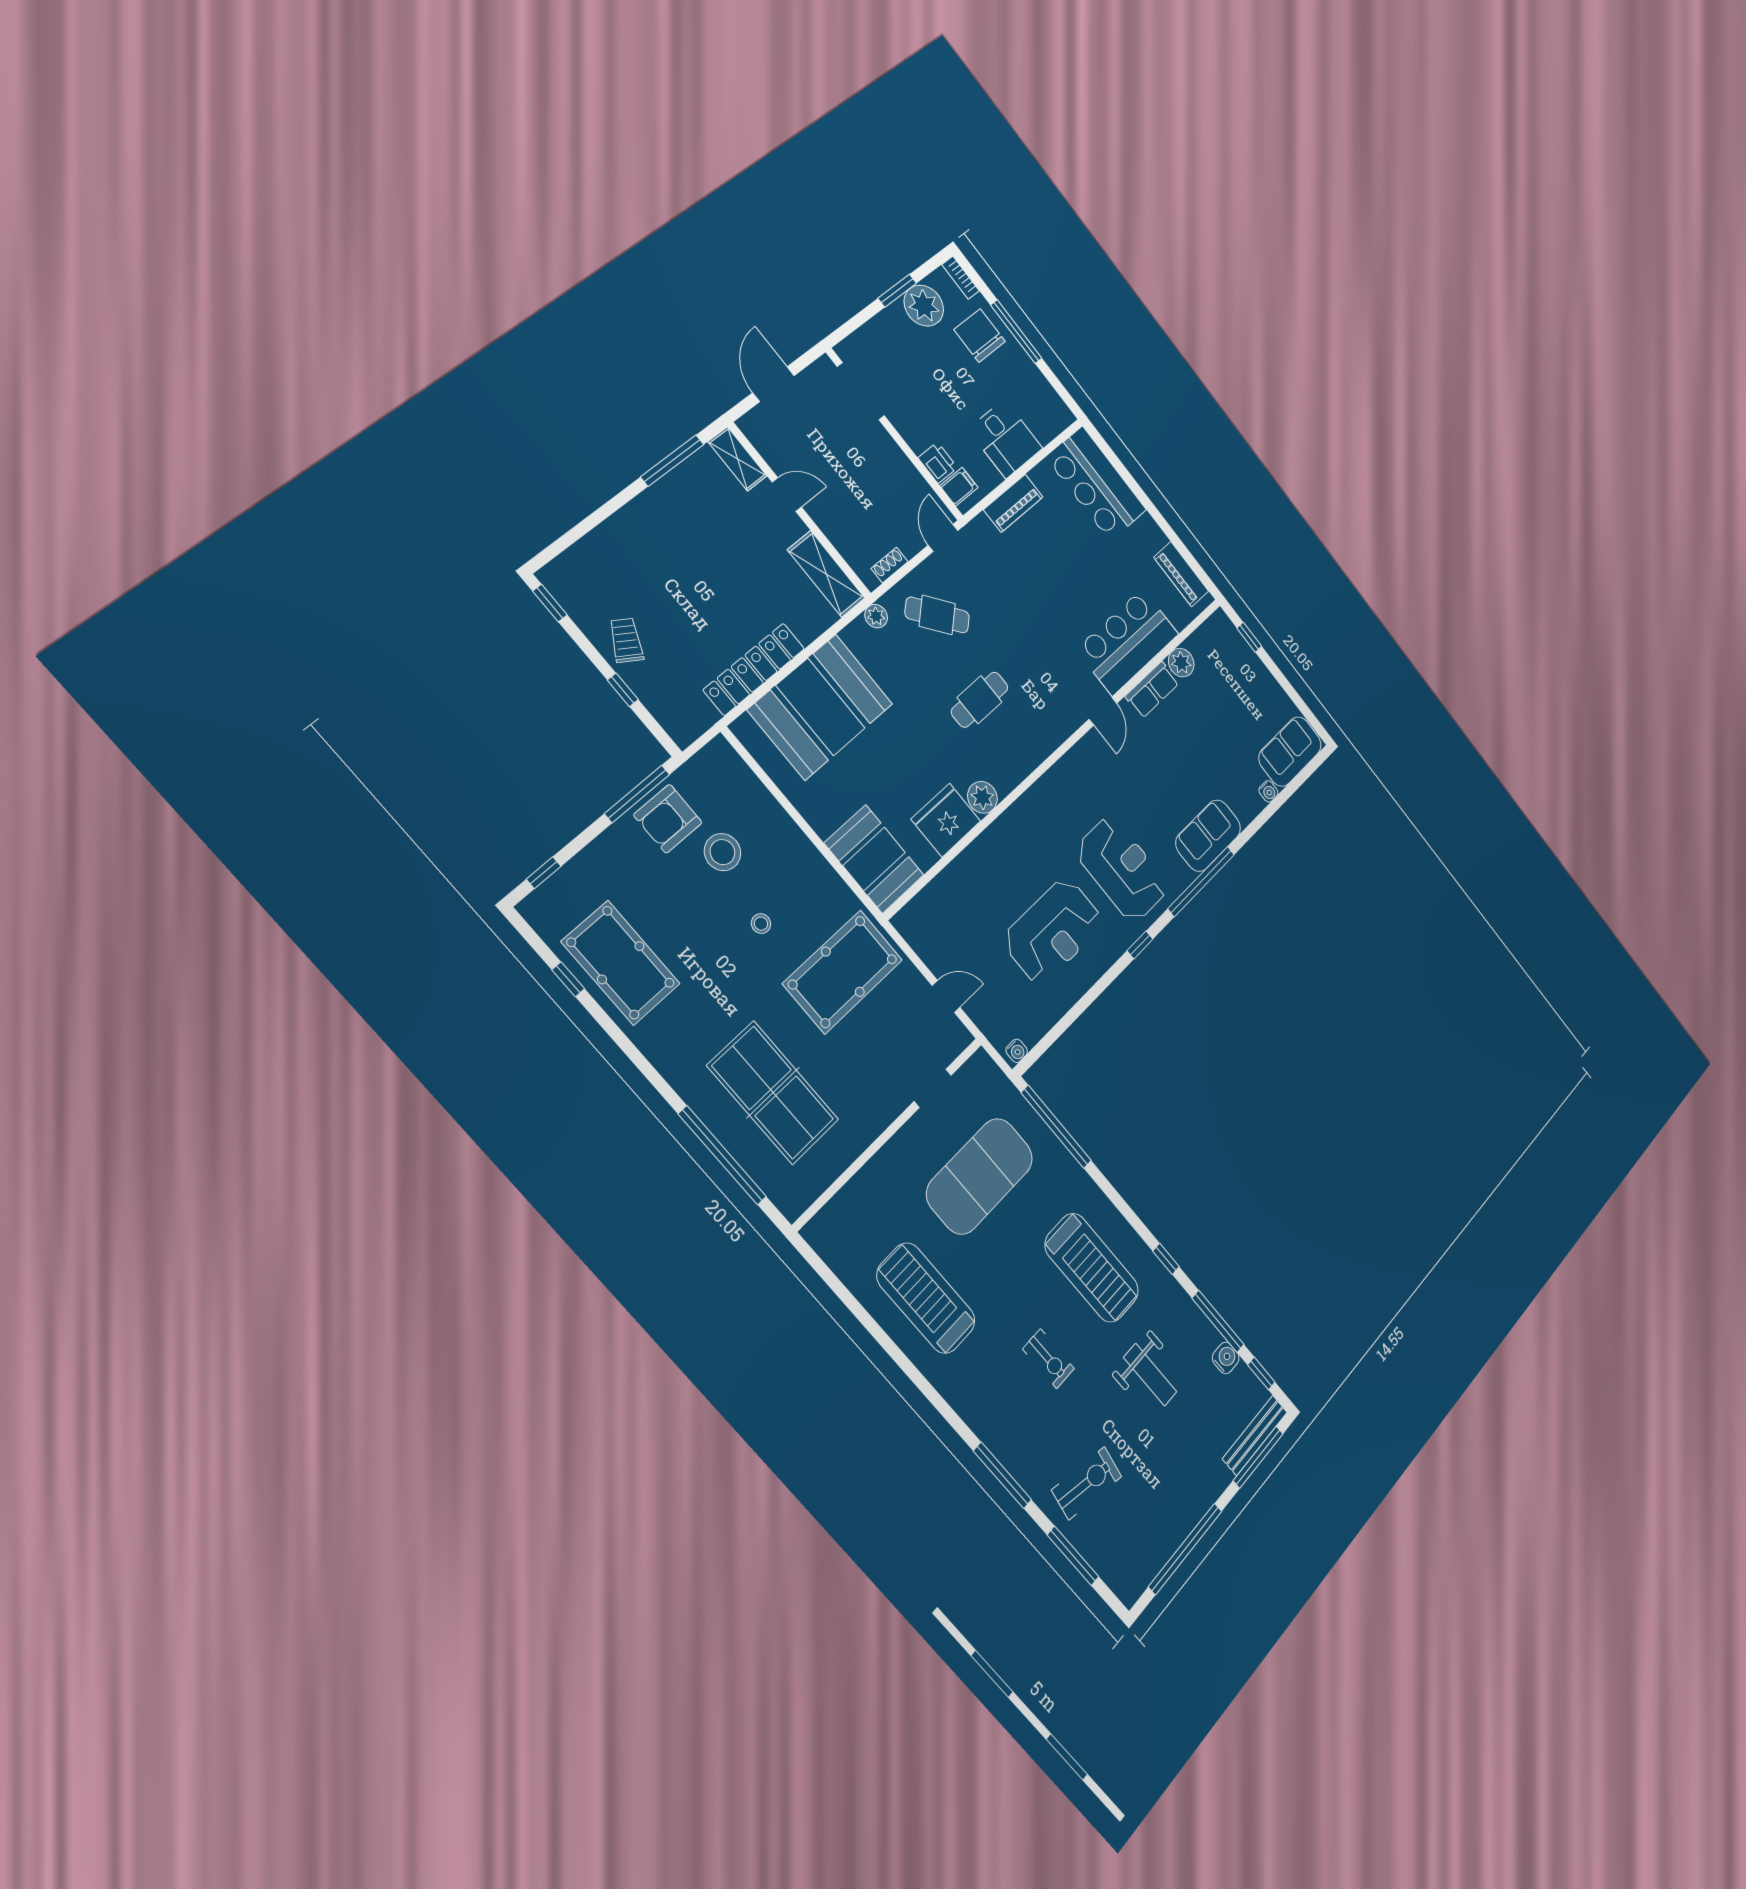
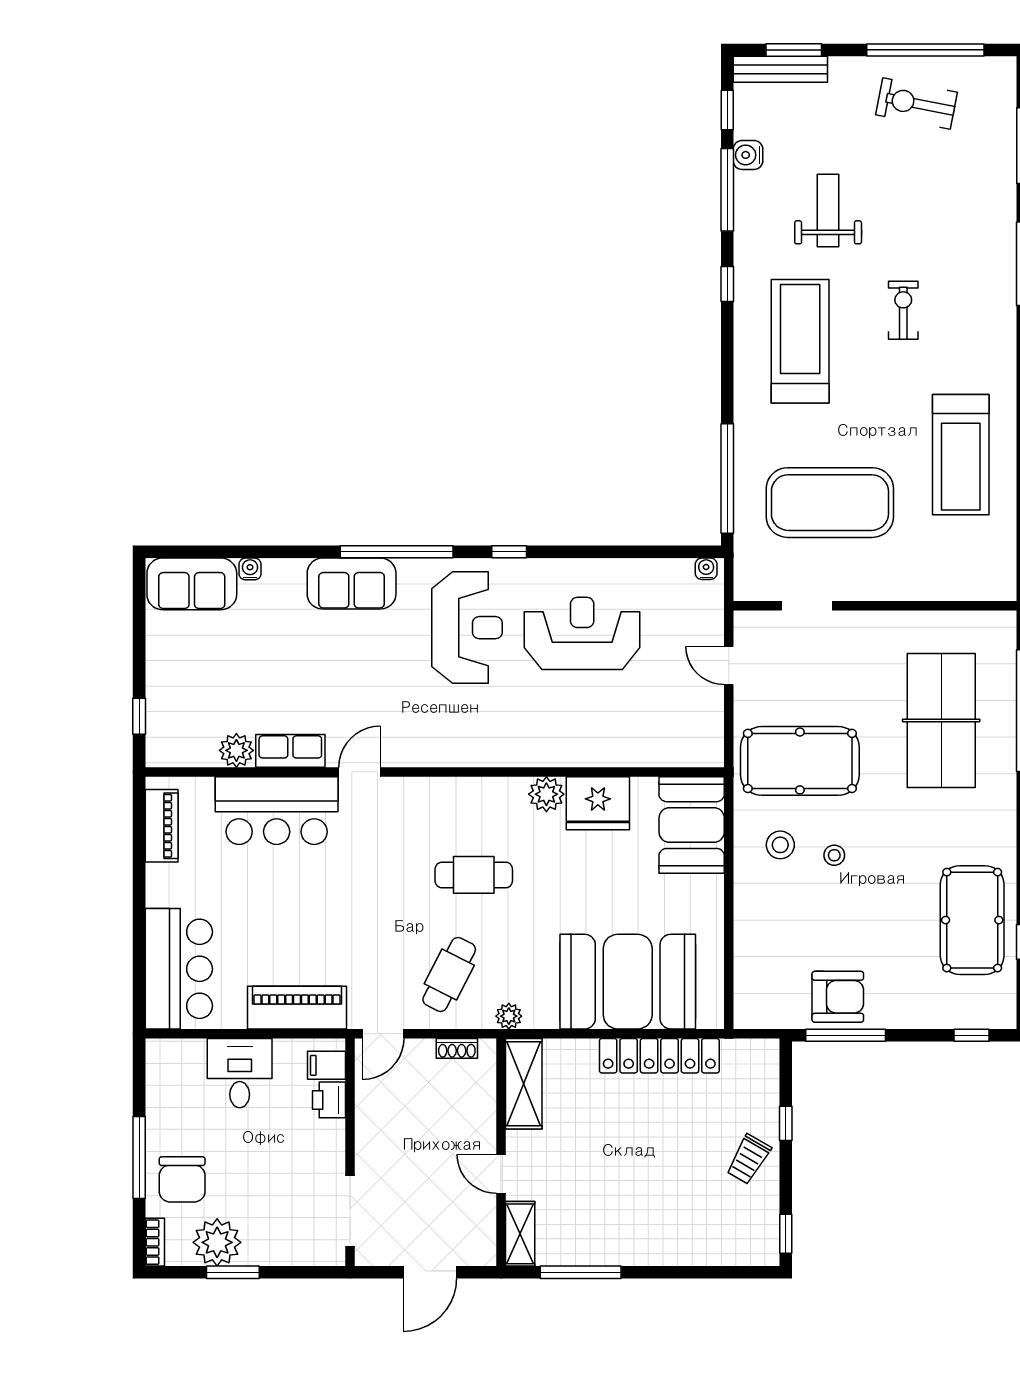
piano: (1013, 503) -> (297, 1008), width x1.37, depth x1.33
cafe table: (937, 615) -> (449, 974), turned 67
stool: (722, 852) -> (780, 845), moved, width x0.73, depth x0.73
reception desk: (1122, 869) -> (467, 628), turned 180
window: (1258, 1457) -> (794, 50), width x0.69
exercise bike: (1087, 1483) -> (916, 104), moved

